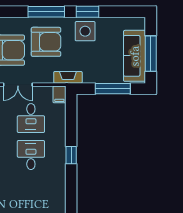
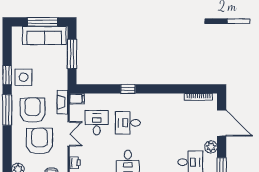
fireplace: (68, 77) -> (62, 102), moved
desk: (31, 118) -> (97, 123), turned -90

